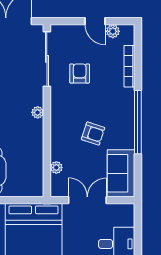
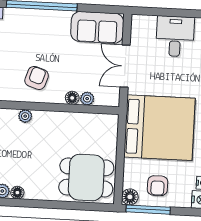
armchair: (93, 134) -> (37, 78), moved
floor lamp: (56, 154) -> (72, 98), added

